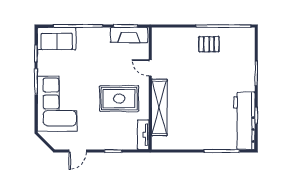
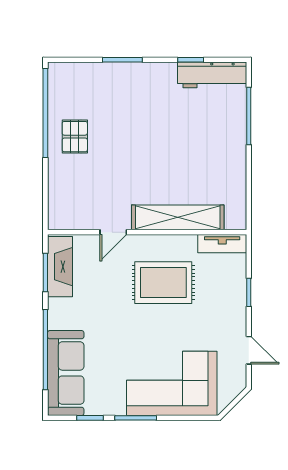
sofa: (57, 39) -> (66, 373), width x1.36
rug: (119, 99) -> (163, 283), turned 90
workbench: (244, 121) -> (212, 75), width x0.73, depth x0.76

